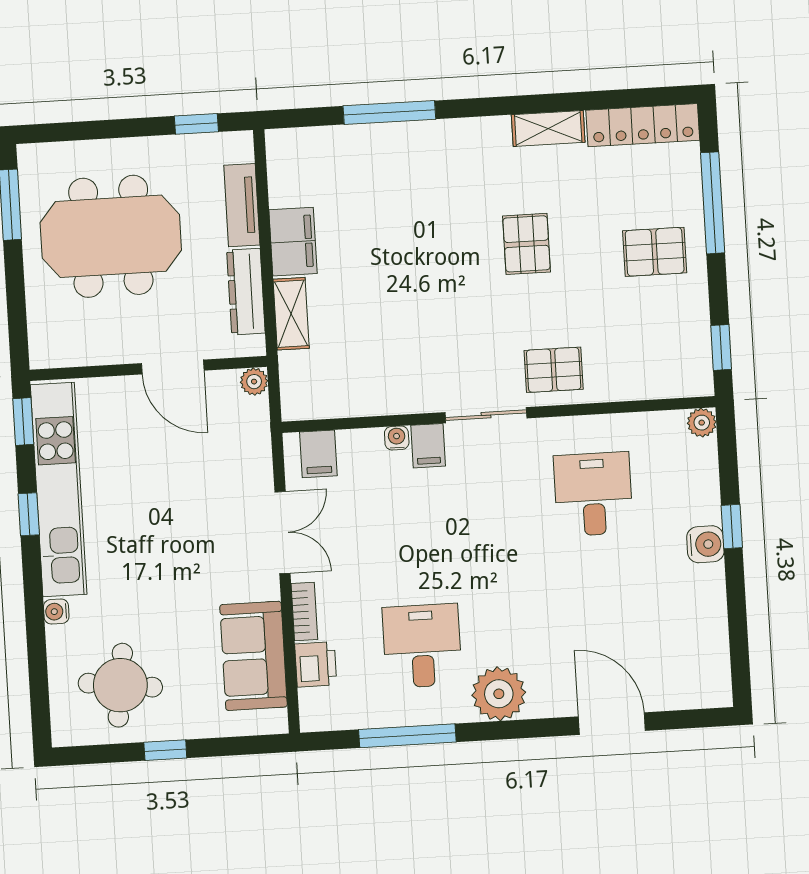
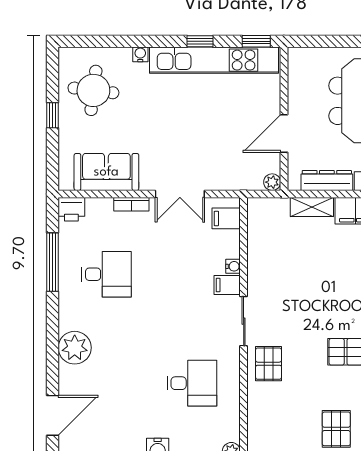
printer: (316, 664) -> (71, 209), moved
plant: (499, 694) -> (75, 348), moved
door: (612, 724) -> (53, 415), moved

